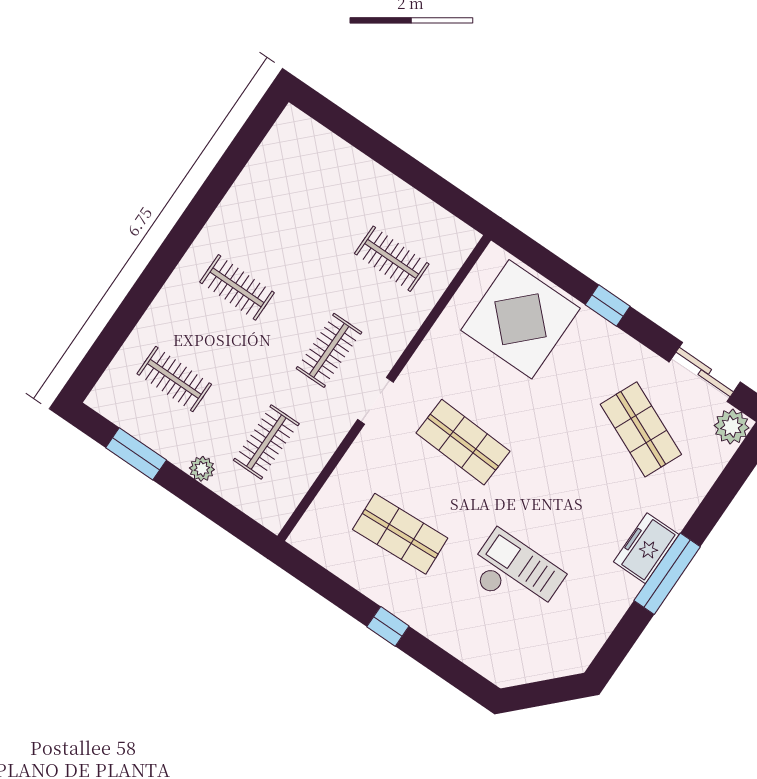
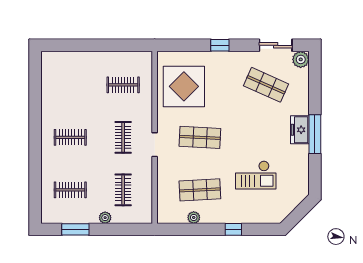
display table: (520, 319) -> (184, 86), moved
plant: (357, 574) -> (194, 217), added
checkout: (515, 574) -> (256, 175), turned 180
window: (388, 626) -> (233, 229), moved

